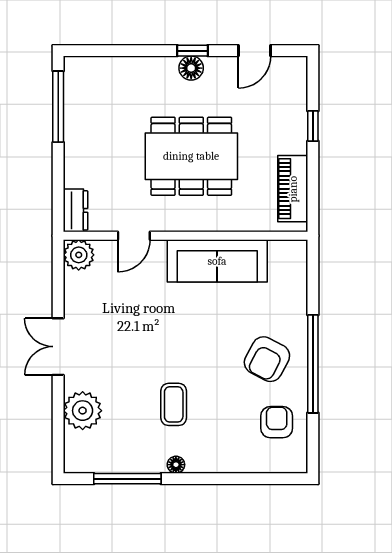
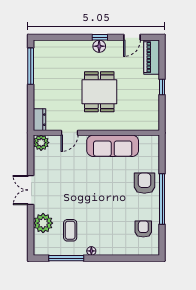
window: (313, 126) -> (162, 87), moved
dining table: (191, 156) -> (99, 92), width x0.73
piano: (293, 189) -> (152, 57), moved
armchair: (267, 359) -> (144, 183), moved, turned 152
coffee table: (174, 404) -> (70, 230), moved

